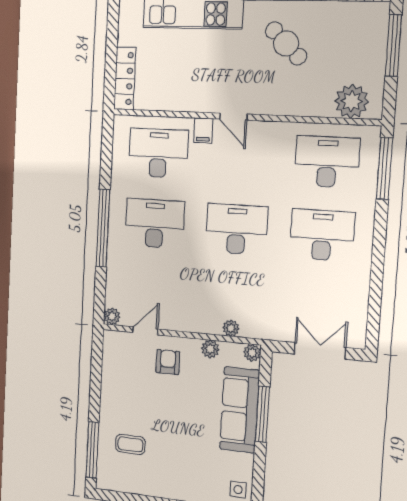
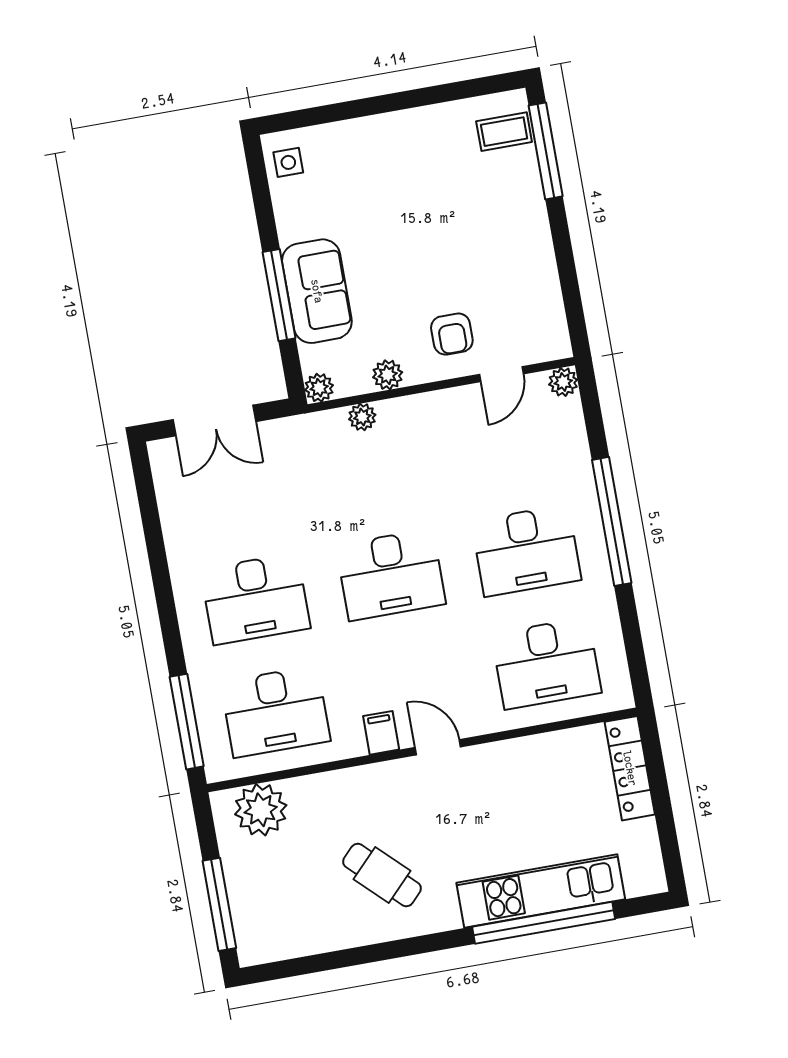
filing cabinet: (203, 131) -> (381, 733), moved
sofa: (240, 410) -> (317, 291), width x0.73
coffee table: (130, 444) -> (504, 132), moved

